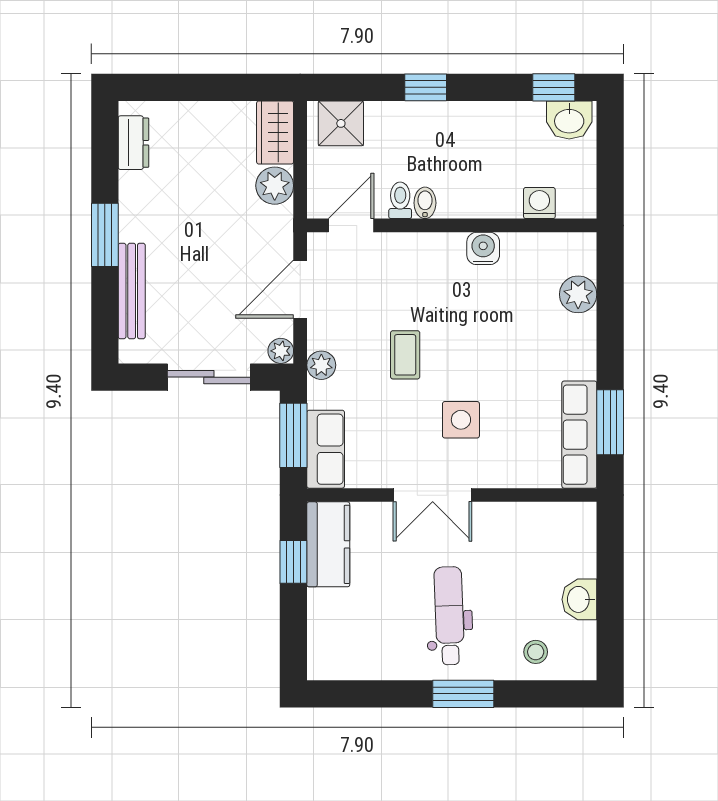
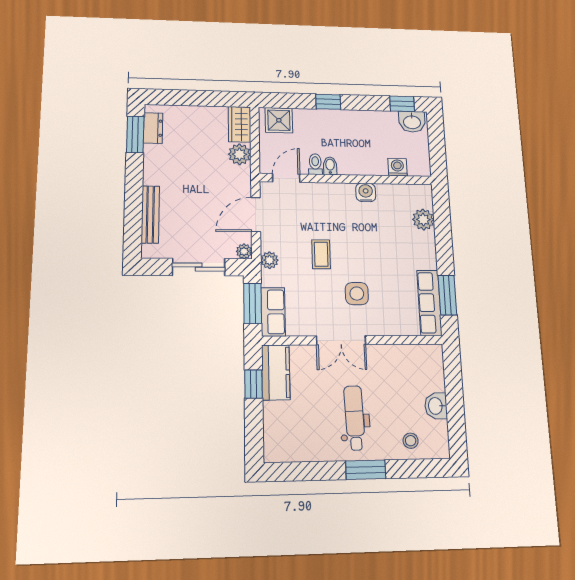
window: (105, 235) -> (135, 134), moved

